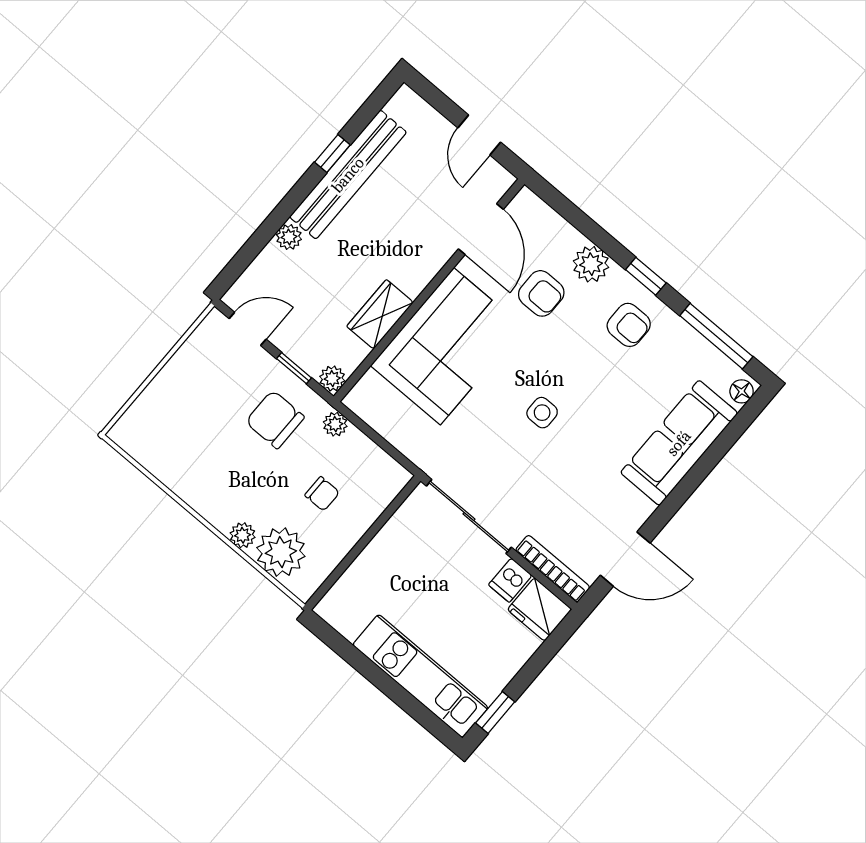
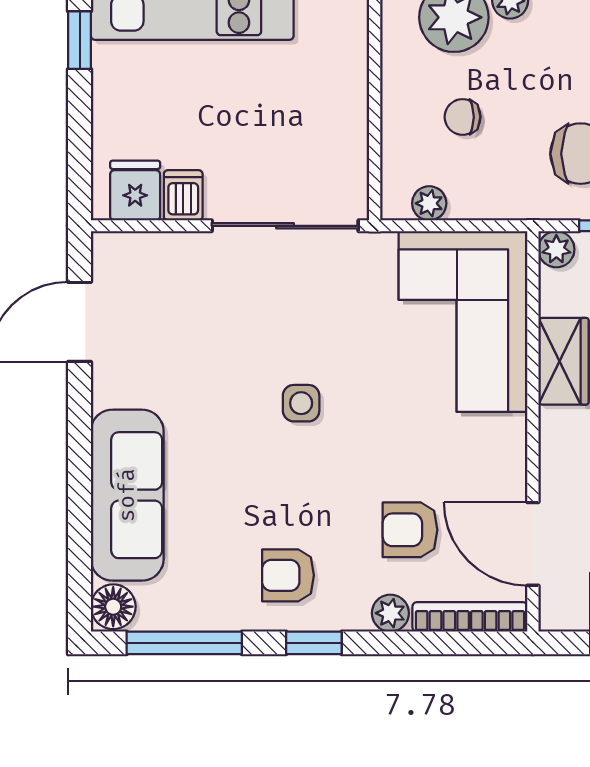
plant: (591, 264) -> (390, 613), width x0.73, depth x0.73
corner sofa: (447, 346) -> (463, 322), moved
floor lamp: (742, 391) -> (113, 607), width x1.37, depth x1.37
plant: (335, 424) -> (429, 203), moved
bookcase: (553, 569) -> (470, 617), moved, turned 180
fridge: (540, 609) -> (135, 191), width x0.72

